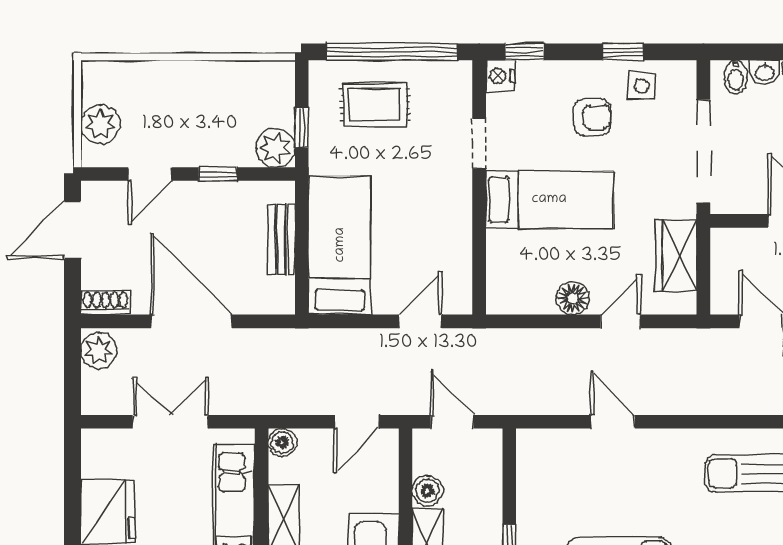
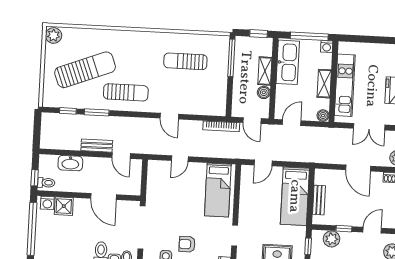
plant: (276, 148) -> (332, 239), moved
bed: (549, 199) -> (218, 190), moved, turned -90
wardrobe: (676, 255) -> (155, 185), removed
floor lamp: (573, 298) -> (199, 169), removed
door: (192, 321) -> (358, 168), width x0.73
bookcase: (525, 404) -> (221, 126), added
door: (613, 422) -> (169, 116), moved

